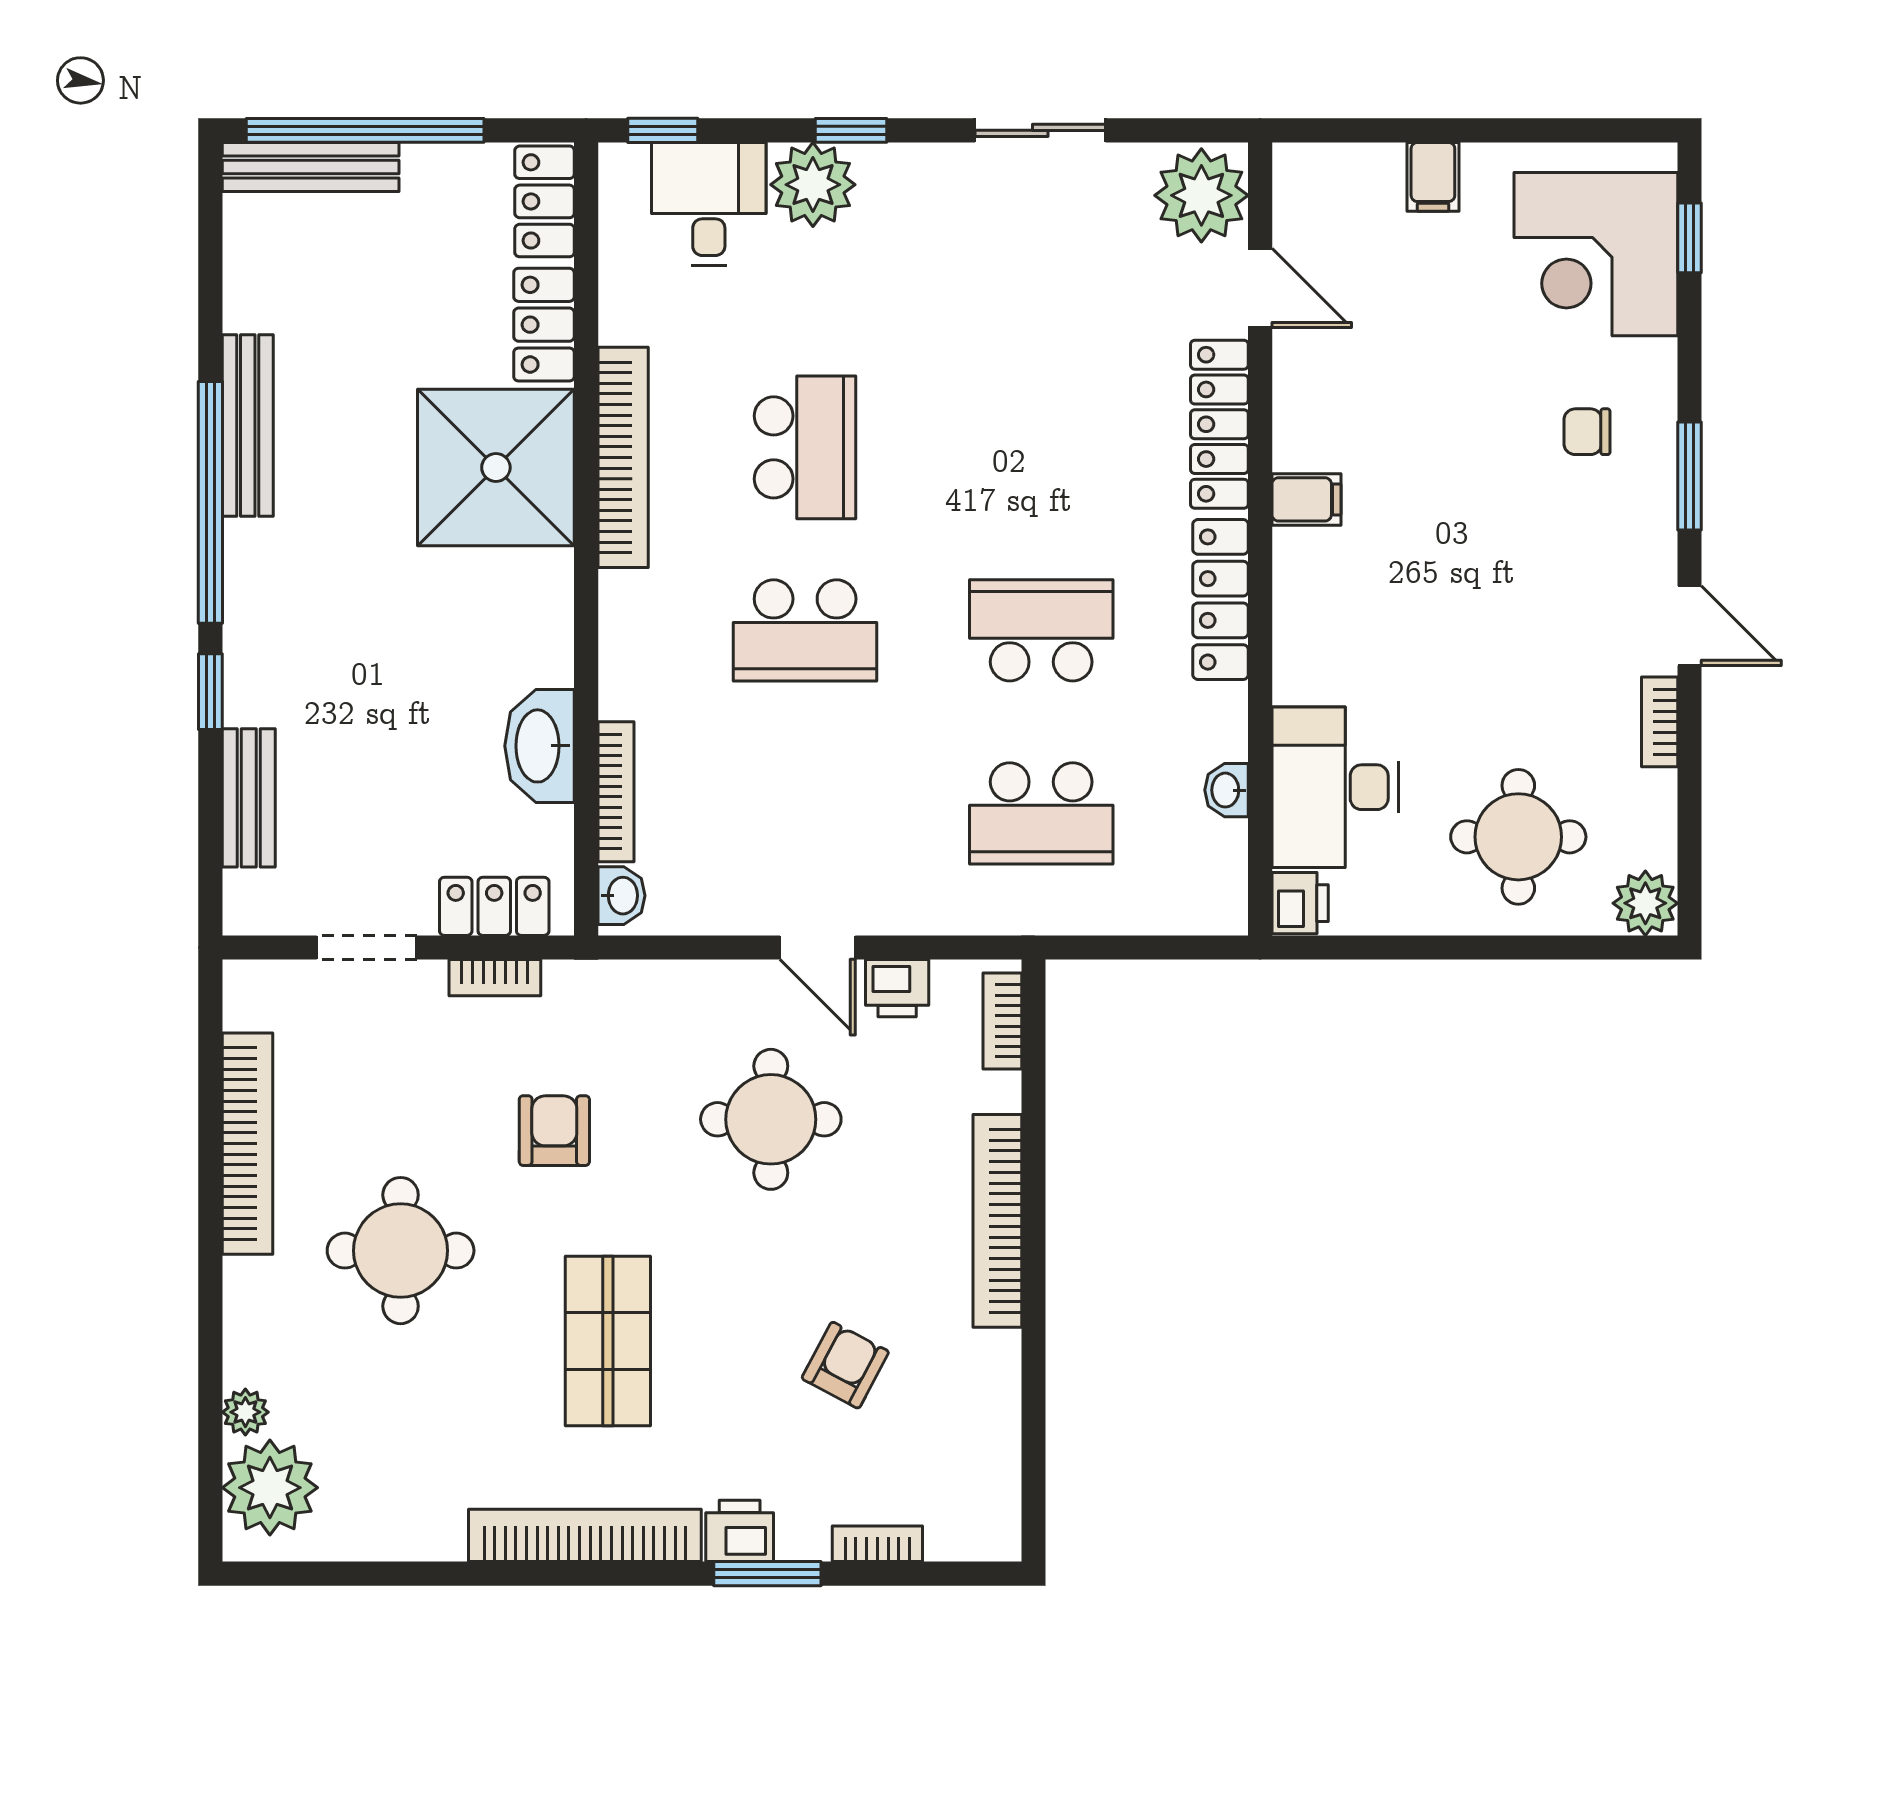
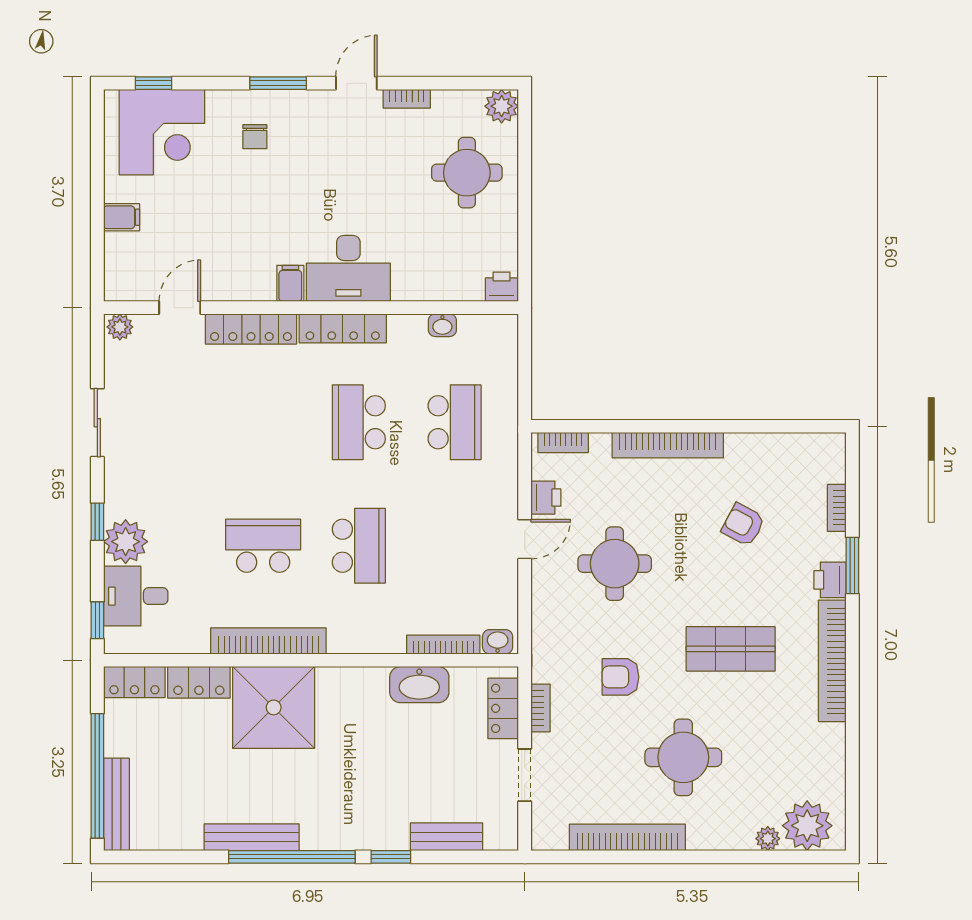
plant: (1201, 195) -> (120, 327), width x0.53, depth x0.53
desk: (1335, 787) -> (348, 268), moved

